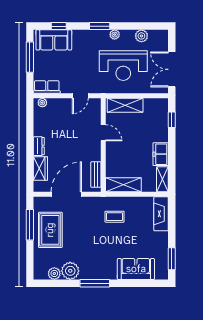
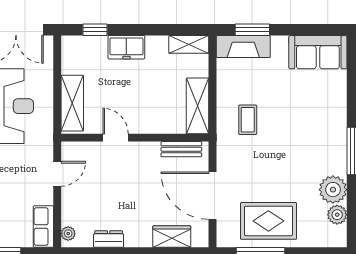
door: (80, 96) -> (57, 174), hinge flipped
door: (103, 133) -> (116, 138), hinge flipped
dresser: (39, 146) -> (109, 239), moved
freezer: (161, 154) -> (126, 47), moved
window: (172, 259) -> (252, 30), moved
sofa: (136, 269) -> (318, 52), moved, turned -90

